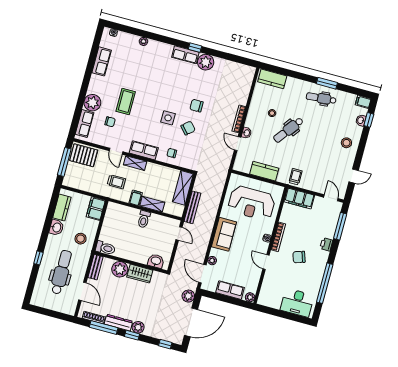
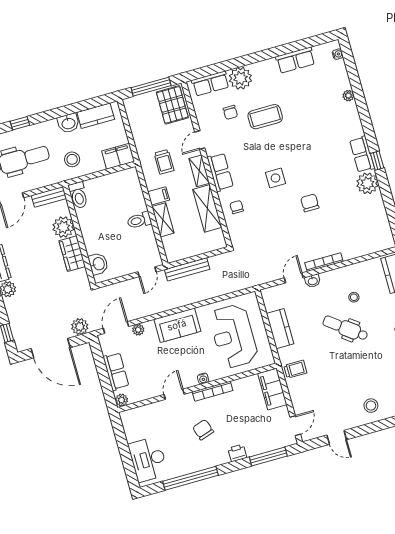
chair: (188, 128) -> (278, 209), removed
shelving: (183, 188) -> (207, 208), moved, turned 90

